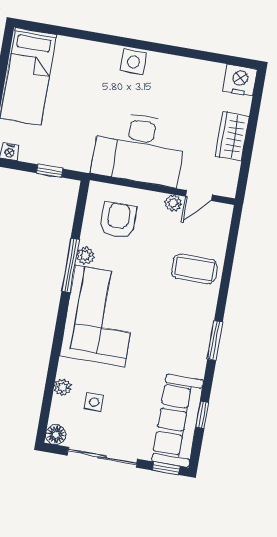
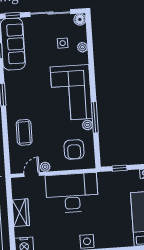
coffee table: (194, 269) -> (24, 132), turned 90

